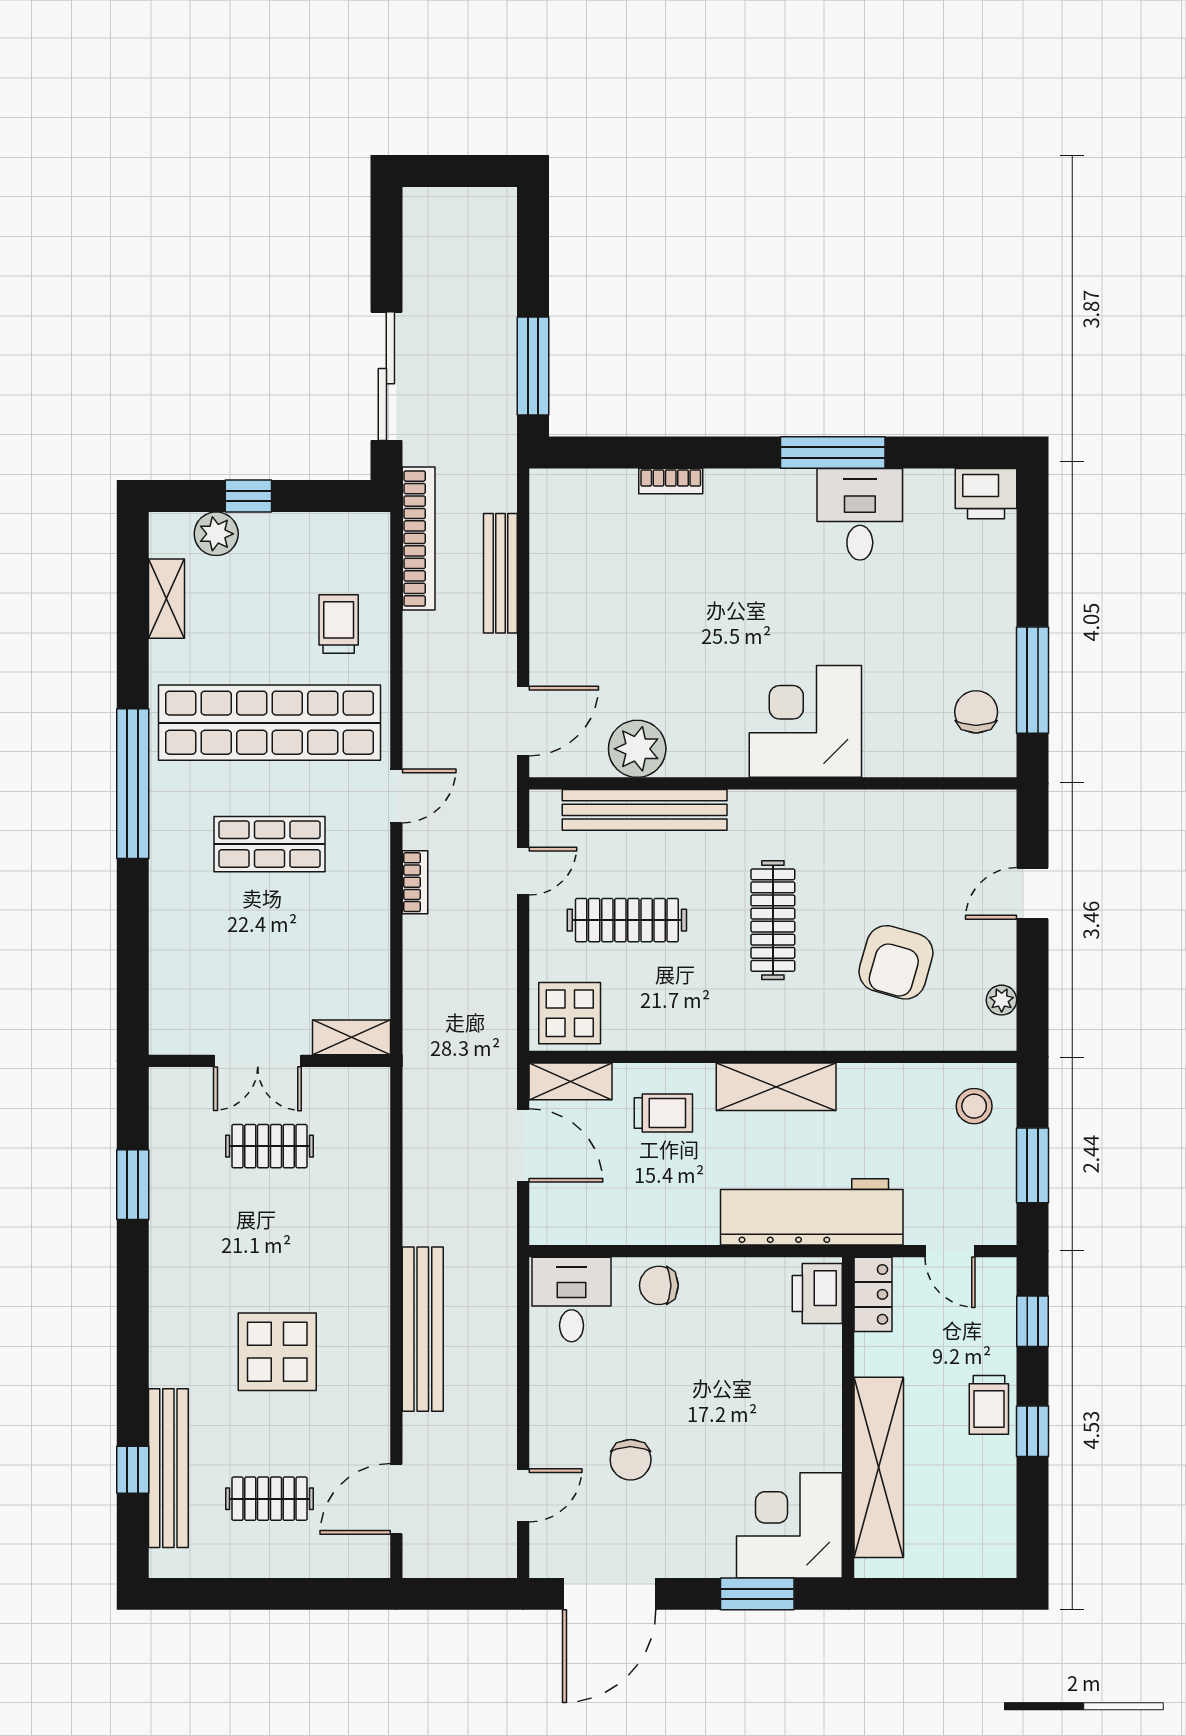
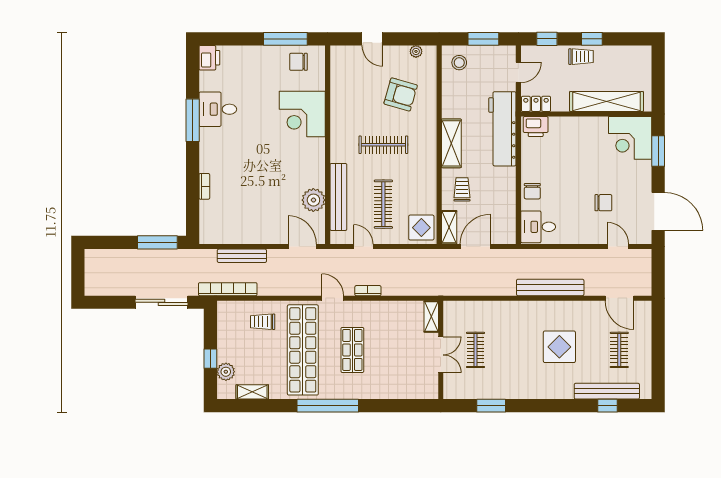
corner desk: (805, 721) -> (302, 114), moved

